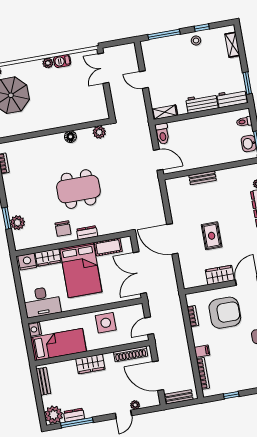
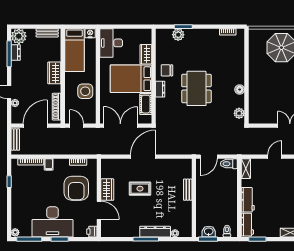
nightstand: (27, 262) -> (146, 37), removed

